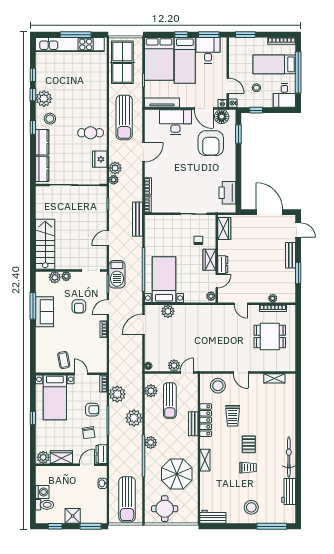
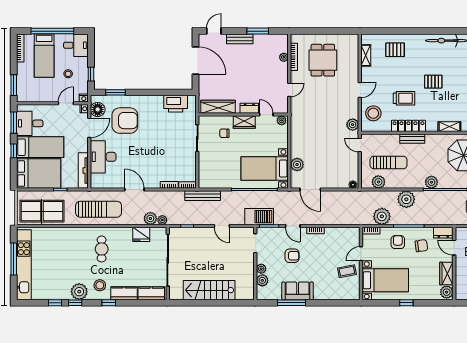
cafe table: (91, 133) -> (102, 249), moved
door: (269, 212) -> (196, 60), swing flipped
wardrobe: (224, 229) -> (218, 107), width x1.50
stairs: (45, 244) -> (209, 290), moved
plant: (174, 365) -> (353, 125), moved
pallet: (280, 407) -> (395, 50), added
trolley: (248, 468) -> (457, 82), removed

